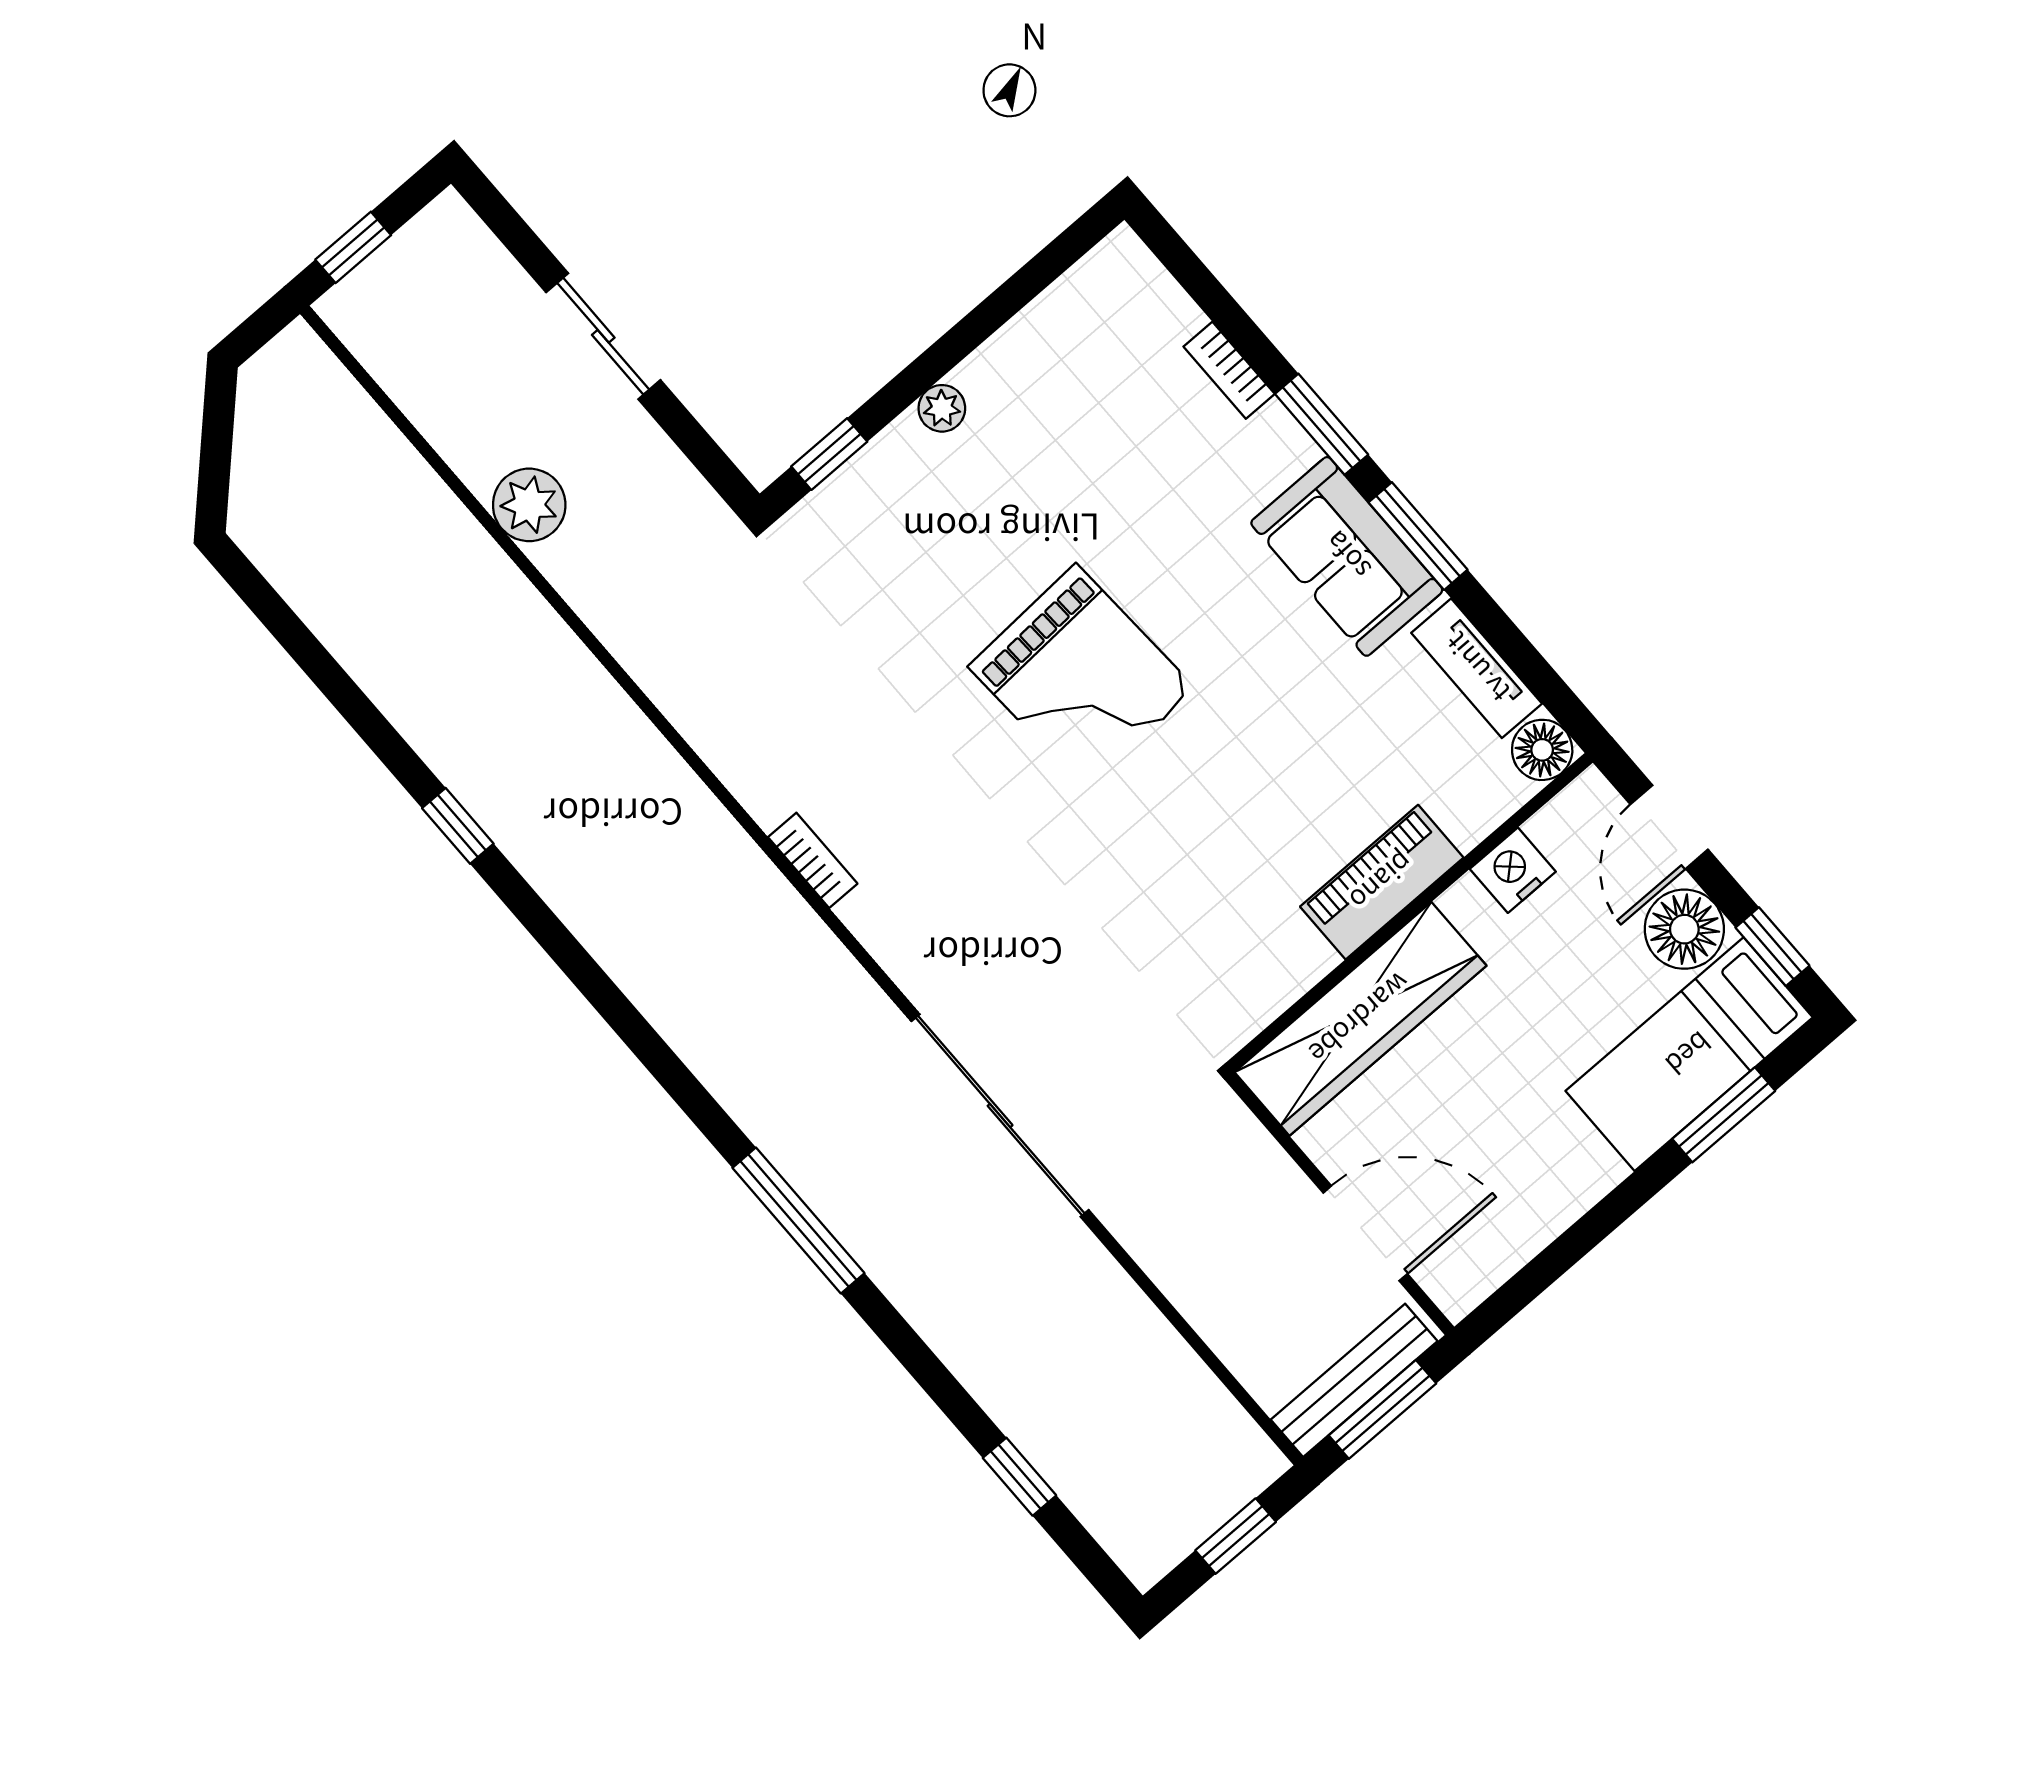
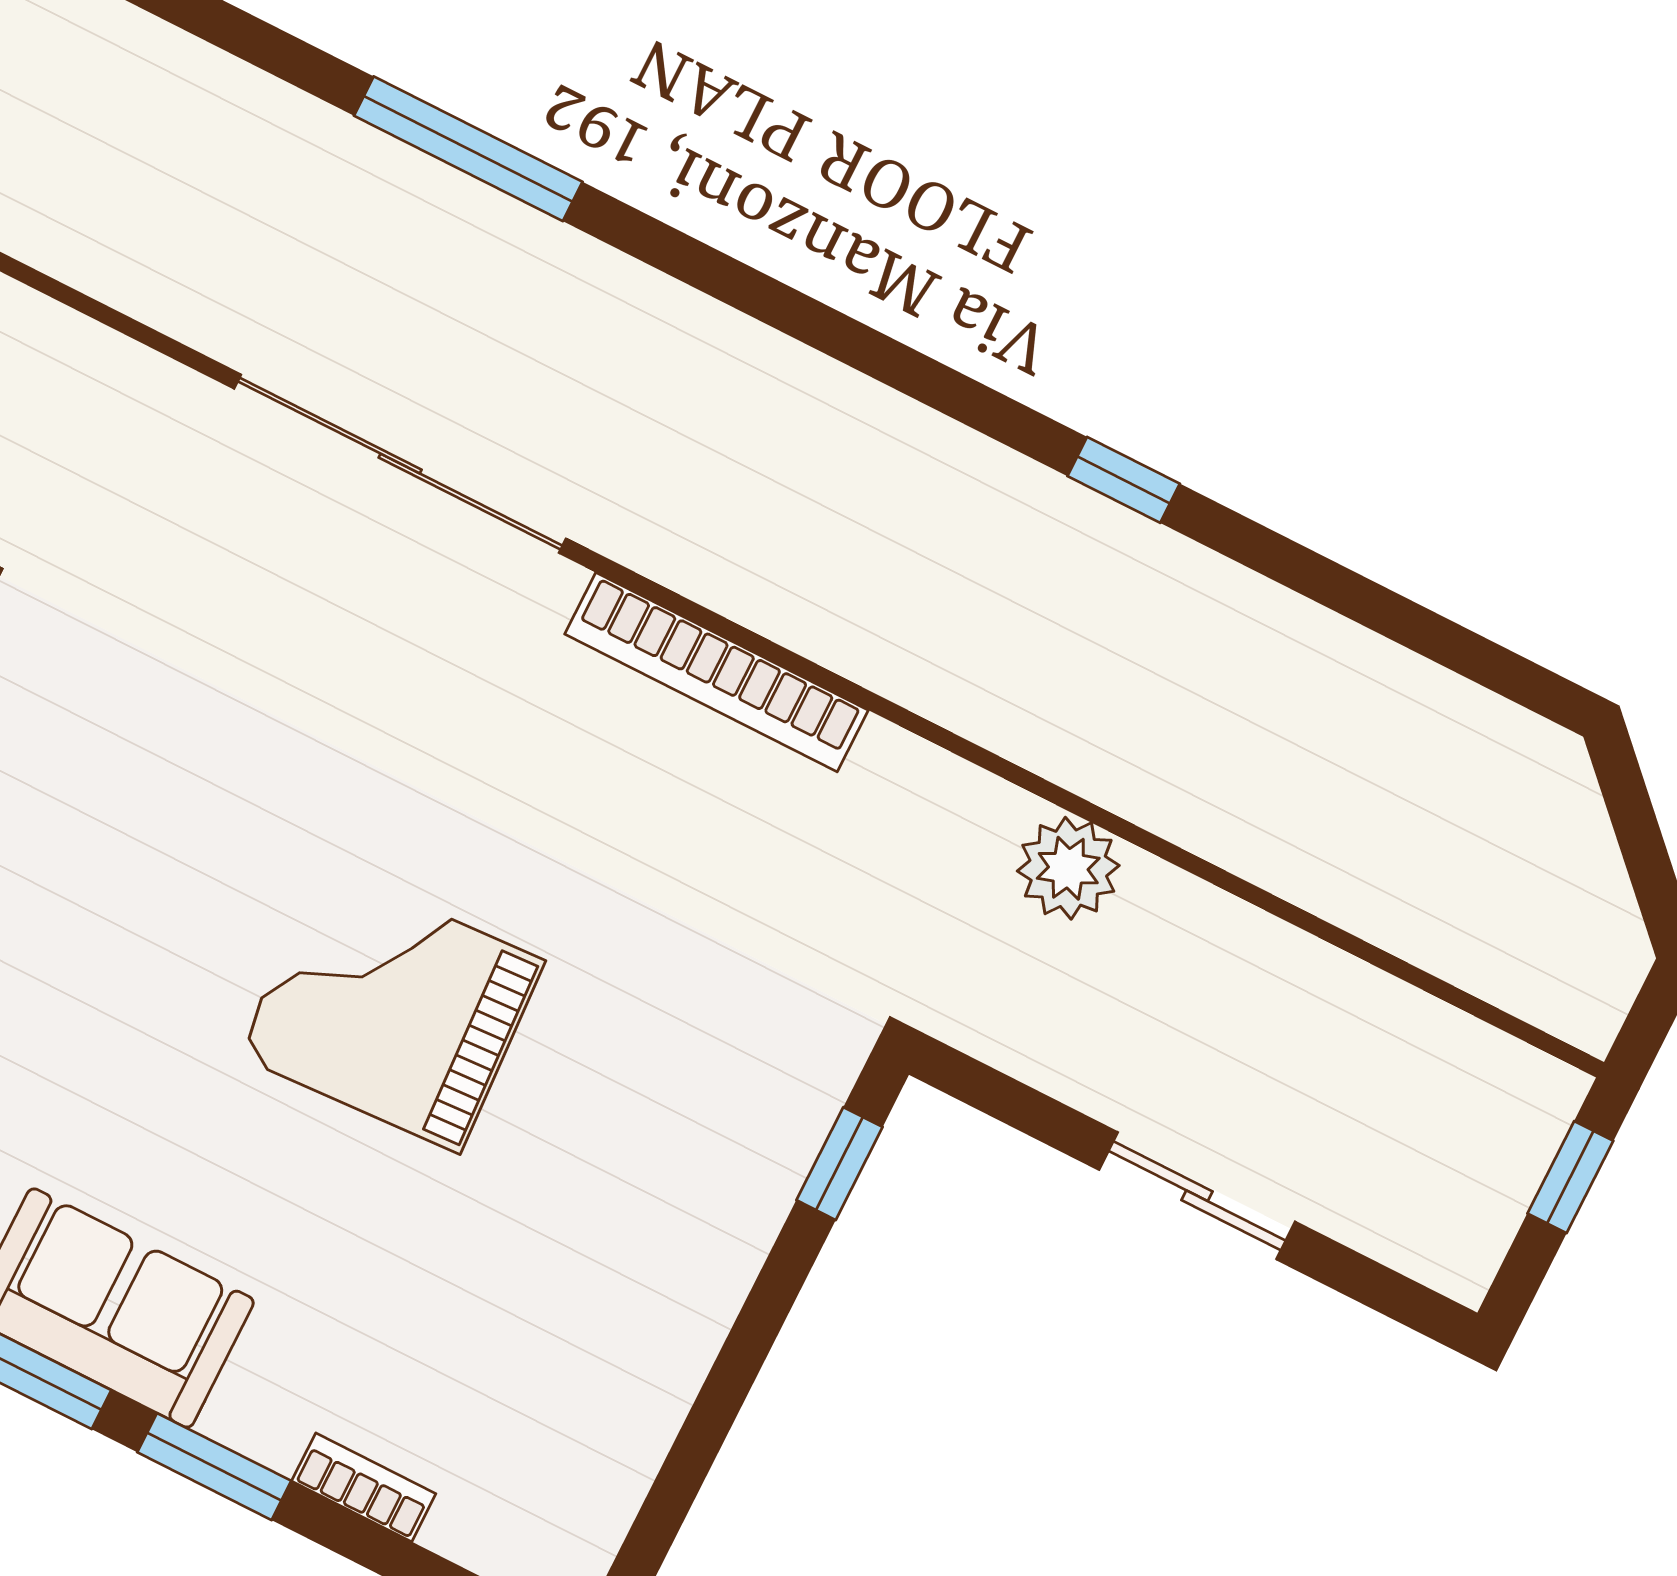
plant: (942, 408) -> (717, 1284), removed
plant: (529, 505) -> (1068, 868), moved
bookcase: (813, 860) -> (717, 672), width x2.31, depth x1.31
sliding door: (1000, 1116) -> (400, 464), moved

